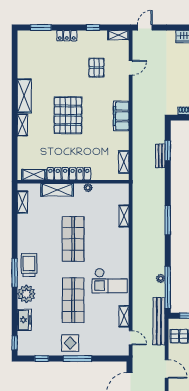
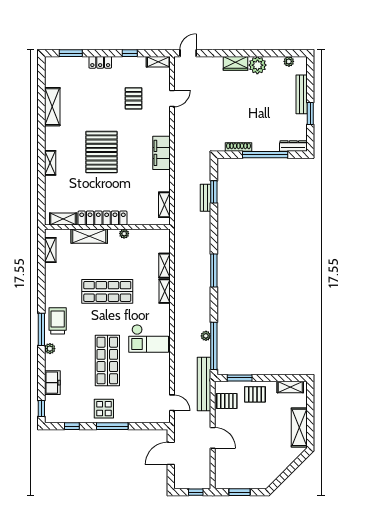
shelving: (24, 96) -> (52, 107), moved
shop shelf: (73, 239) -> (107, 291), turned 90
plant: (26, 294) -> (50, 349), width x0.53, depth x0.53
shelving: (124, 316) -> (165, 291), moved

